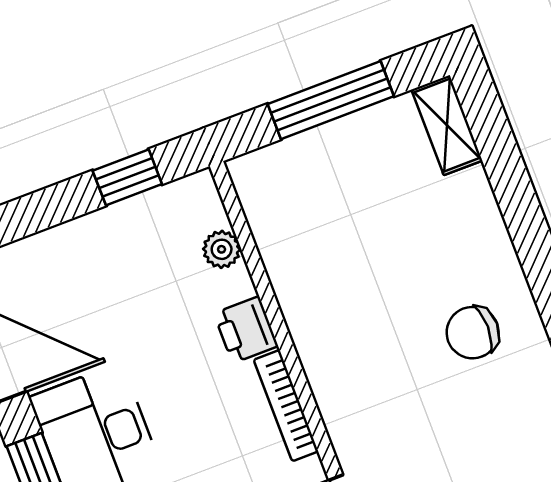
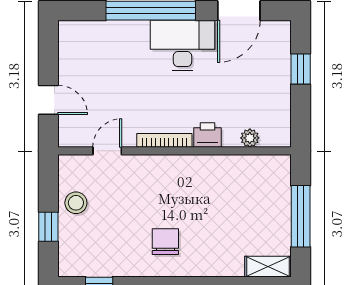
window: (127, 177) -> (301, 69), moved

